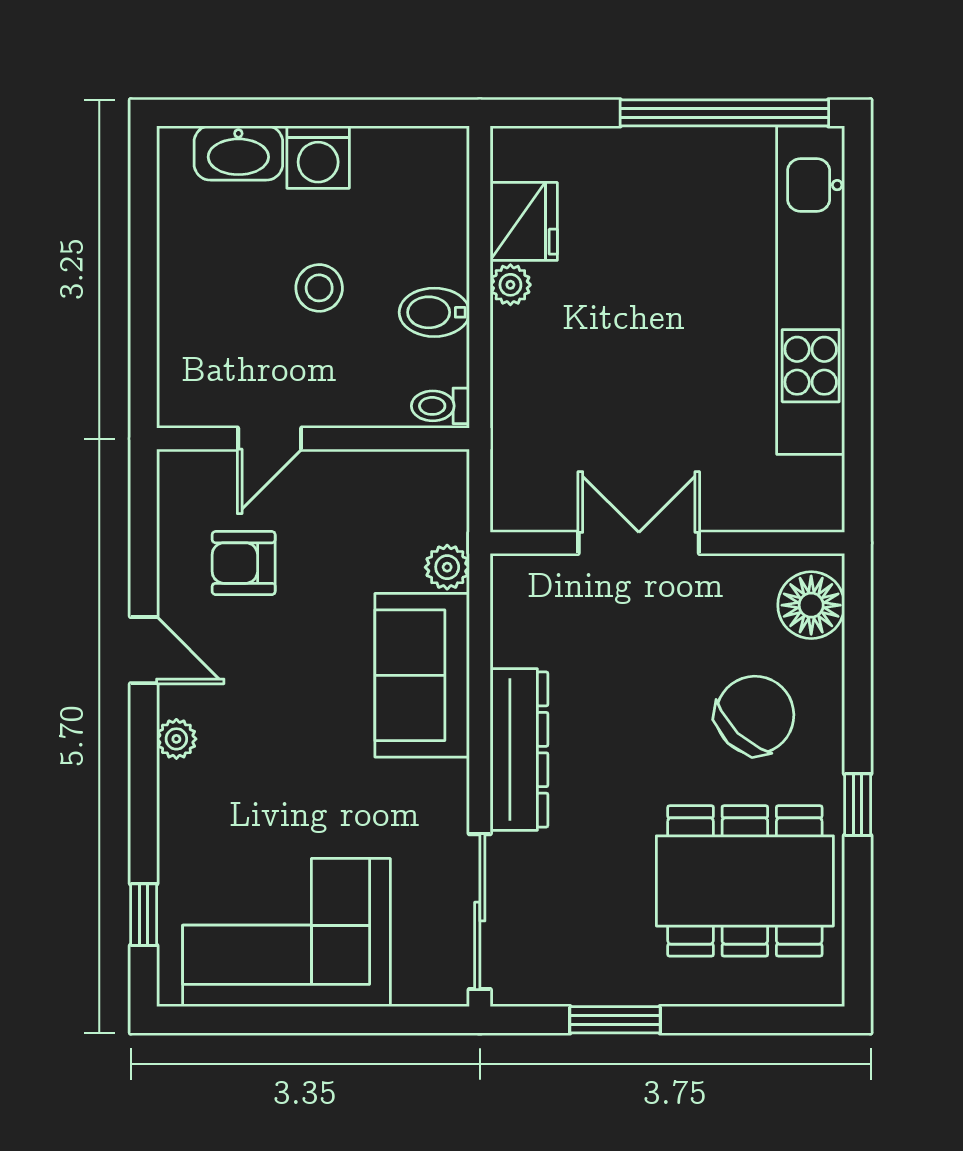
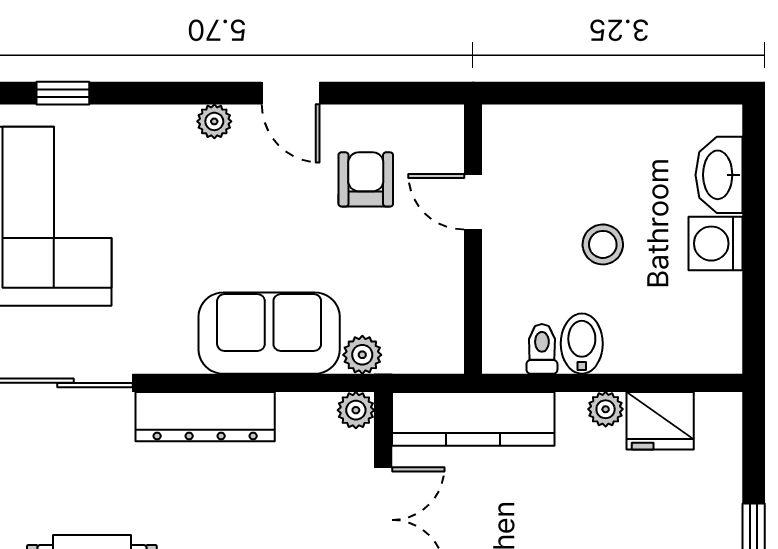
toilet: (440, 406) -> (542, 349), moved
kitchen counter: (522, 438) -> (473, 419), added
plant: (511, 575) -> (356, 410), added
door: (144, 650) -> (291, 93), hinge flipped

